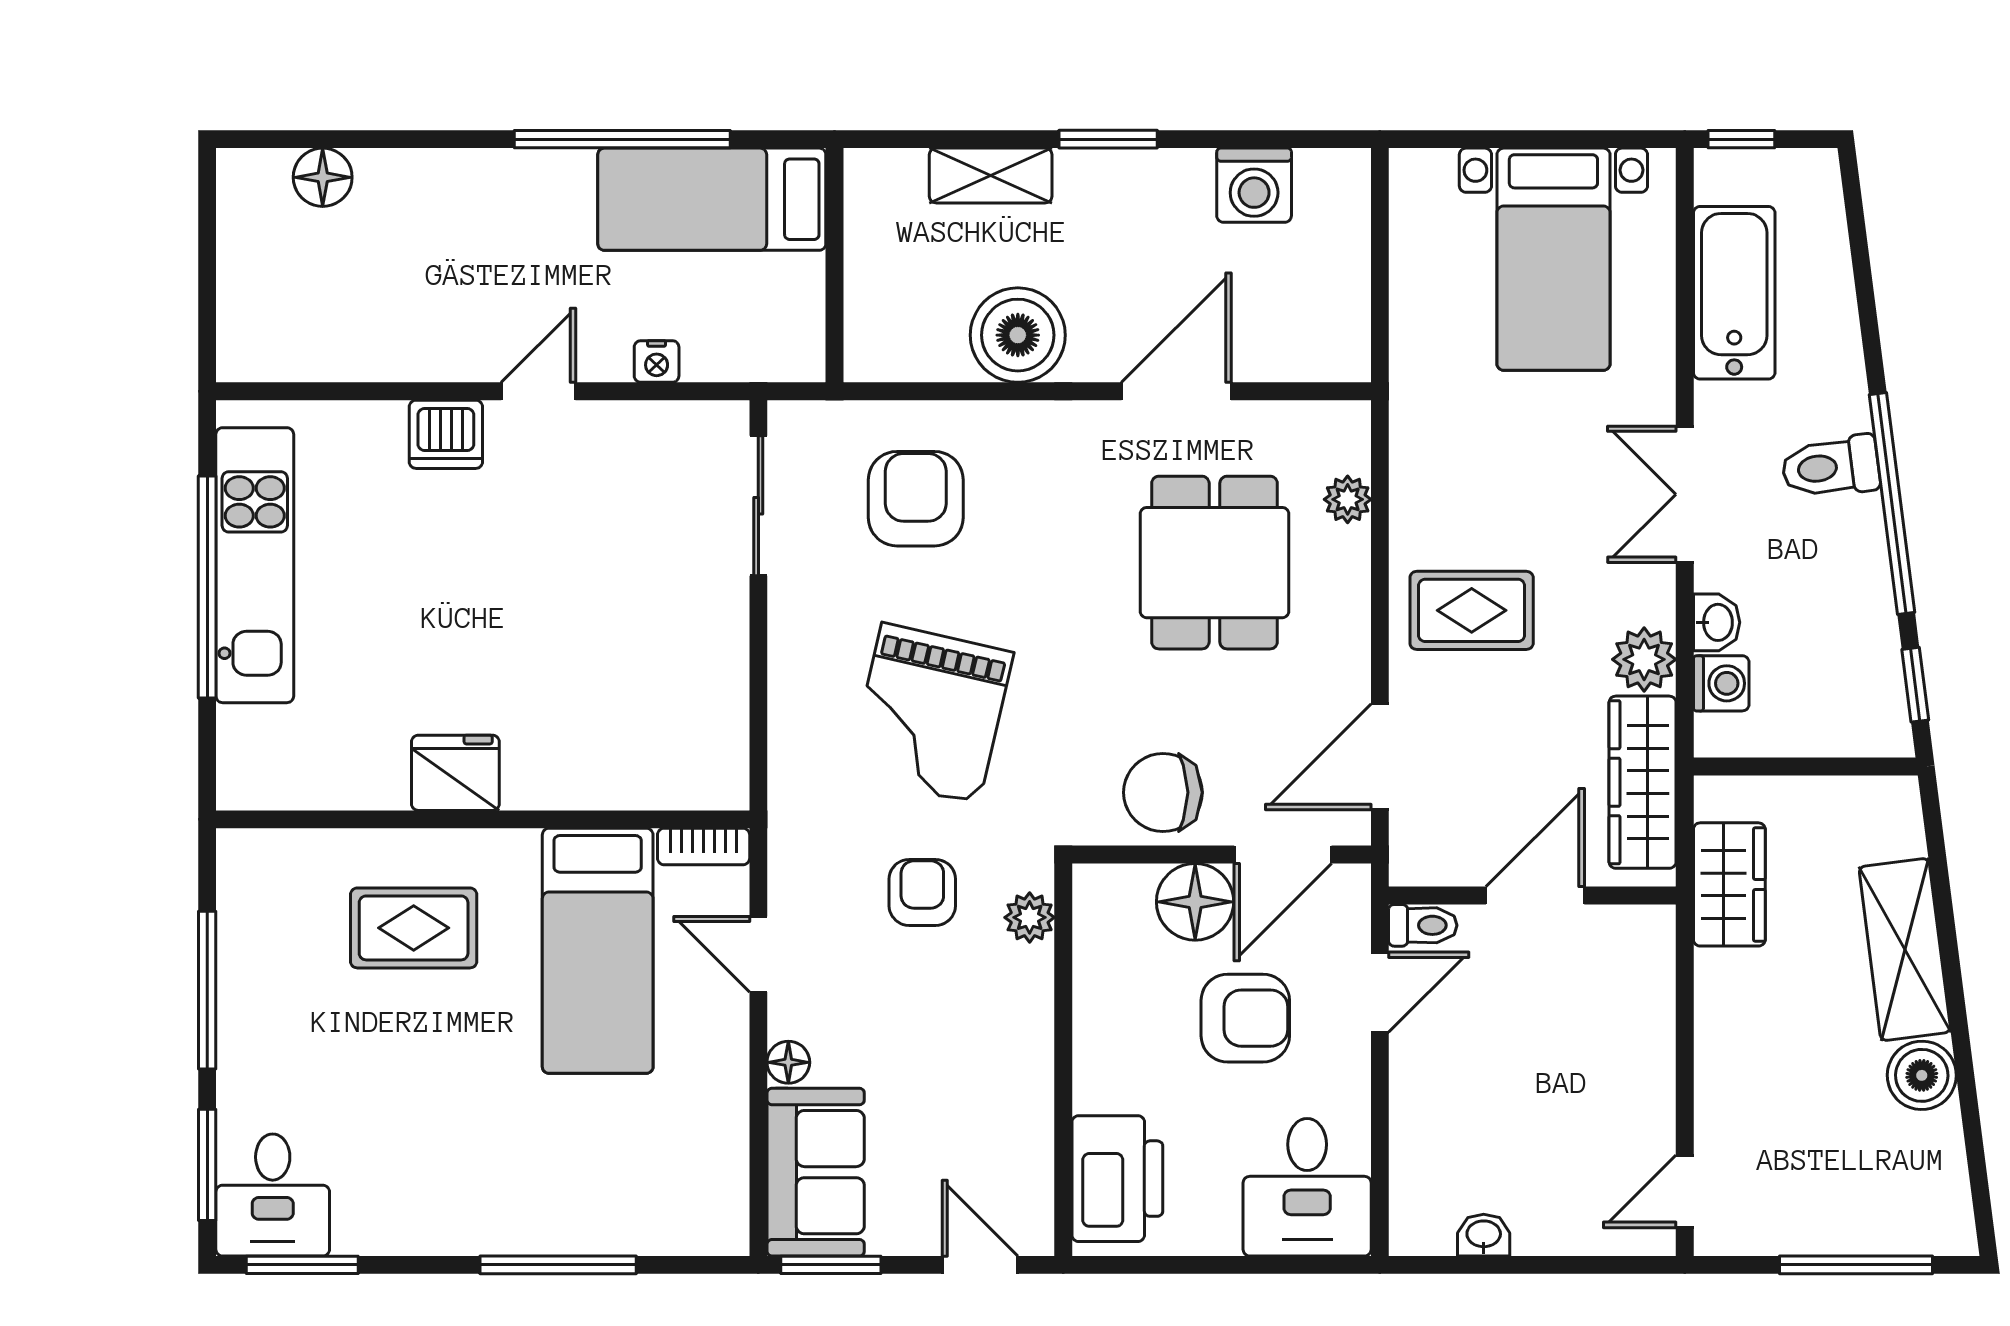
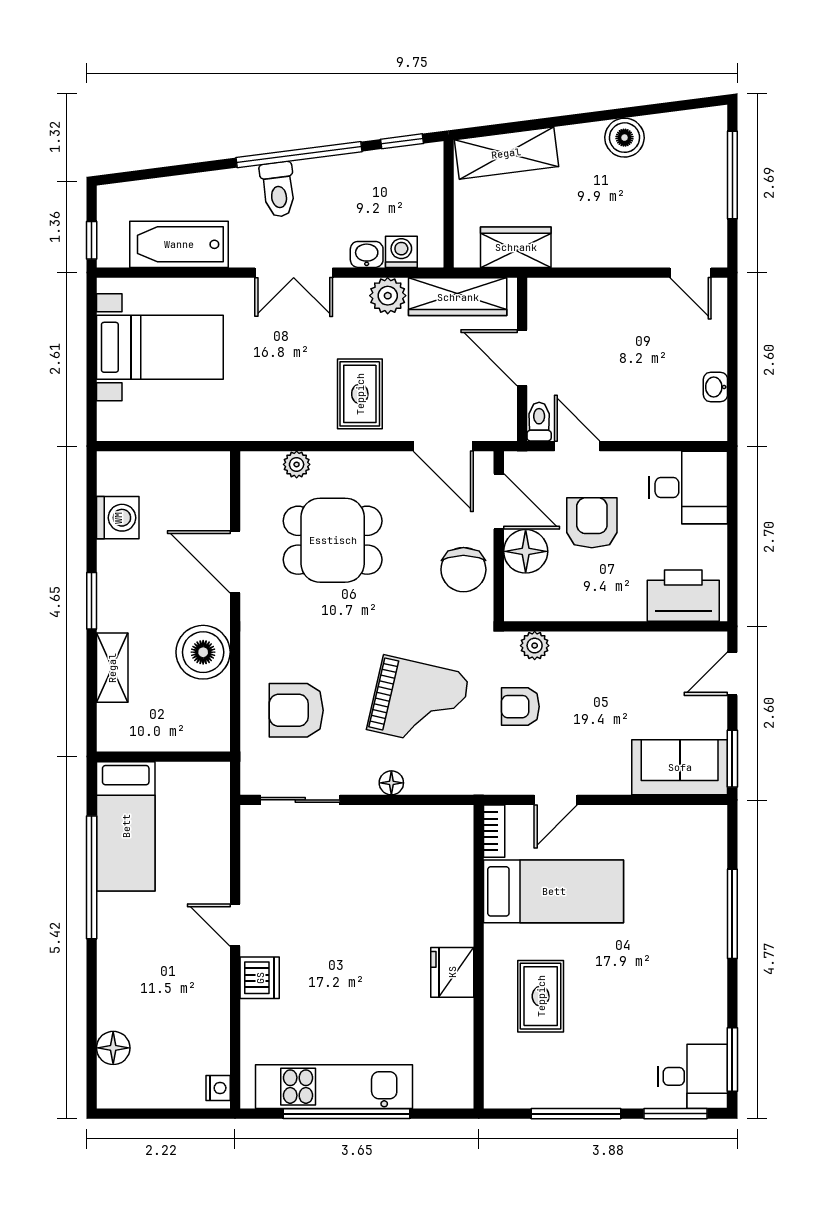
nightstand: (657, 362) -> (218, 1088), moved
shelving: (1905, 949) -> (506, 153), moved
floor lamp: (788, 1062) -> (391, 783), moved

